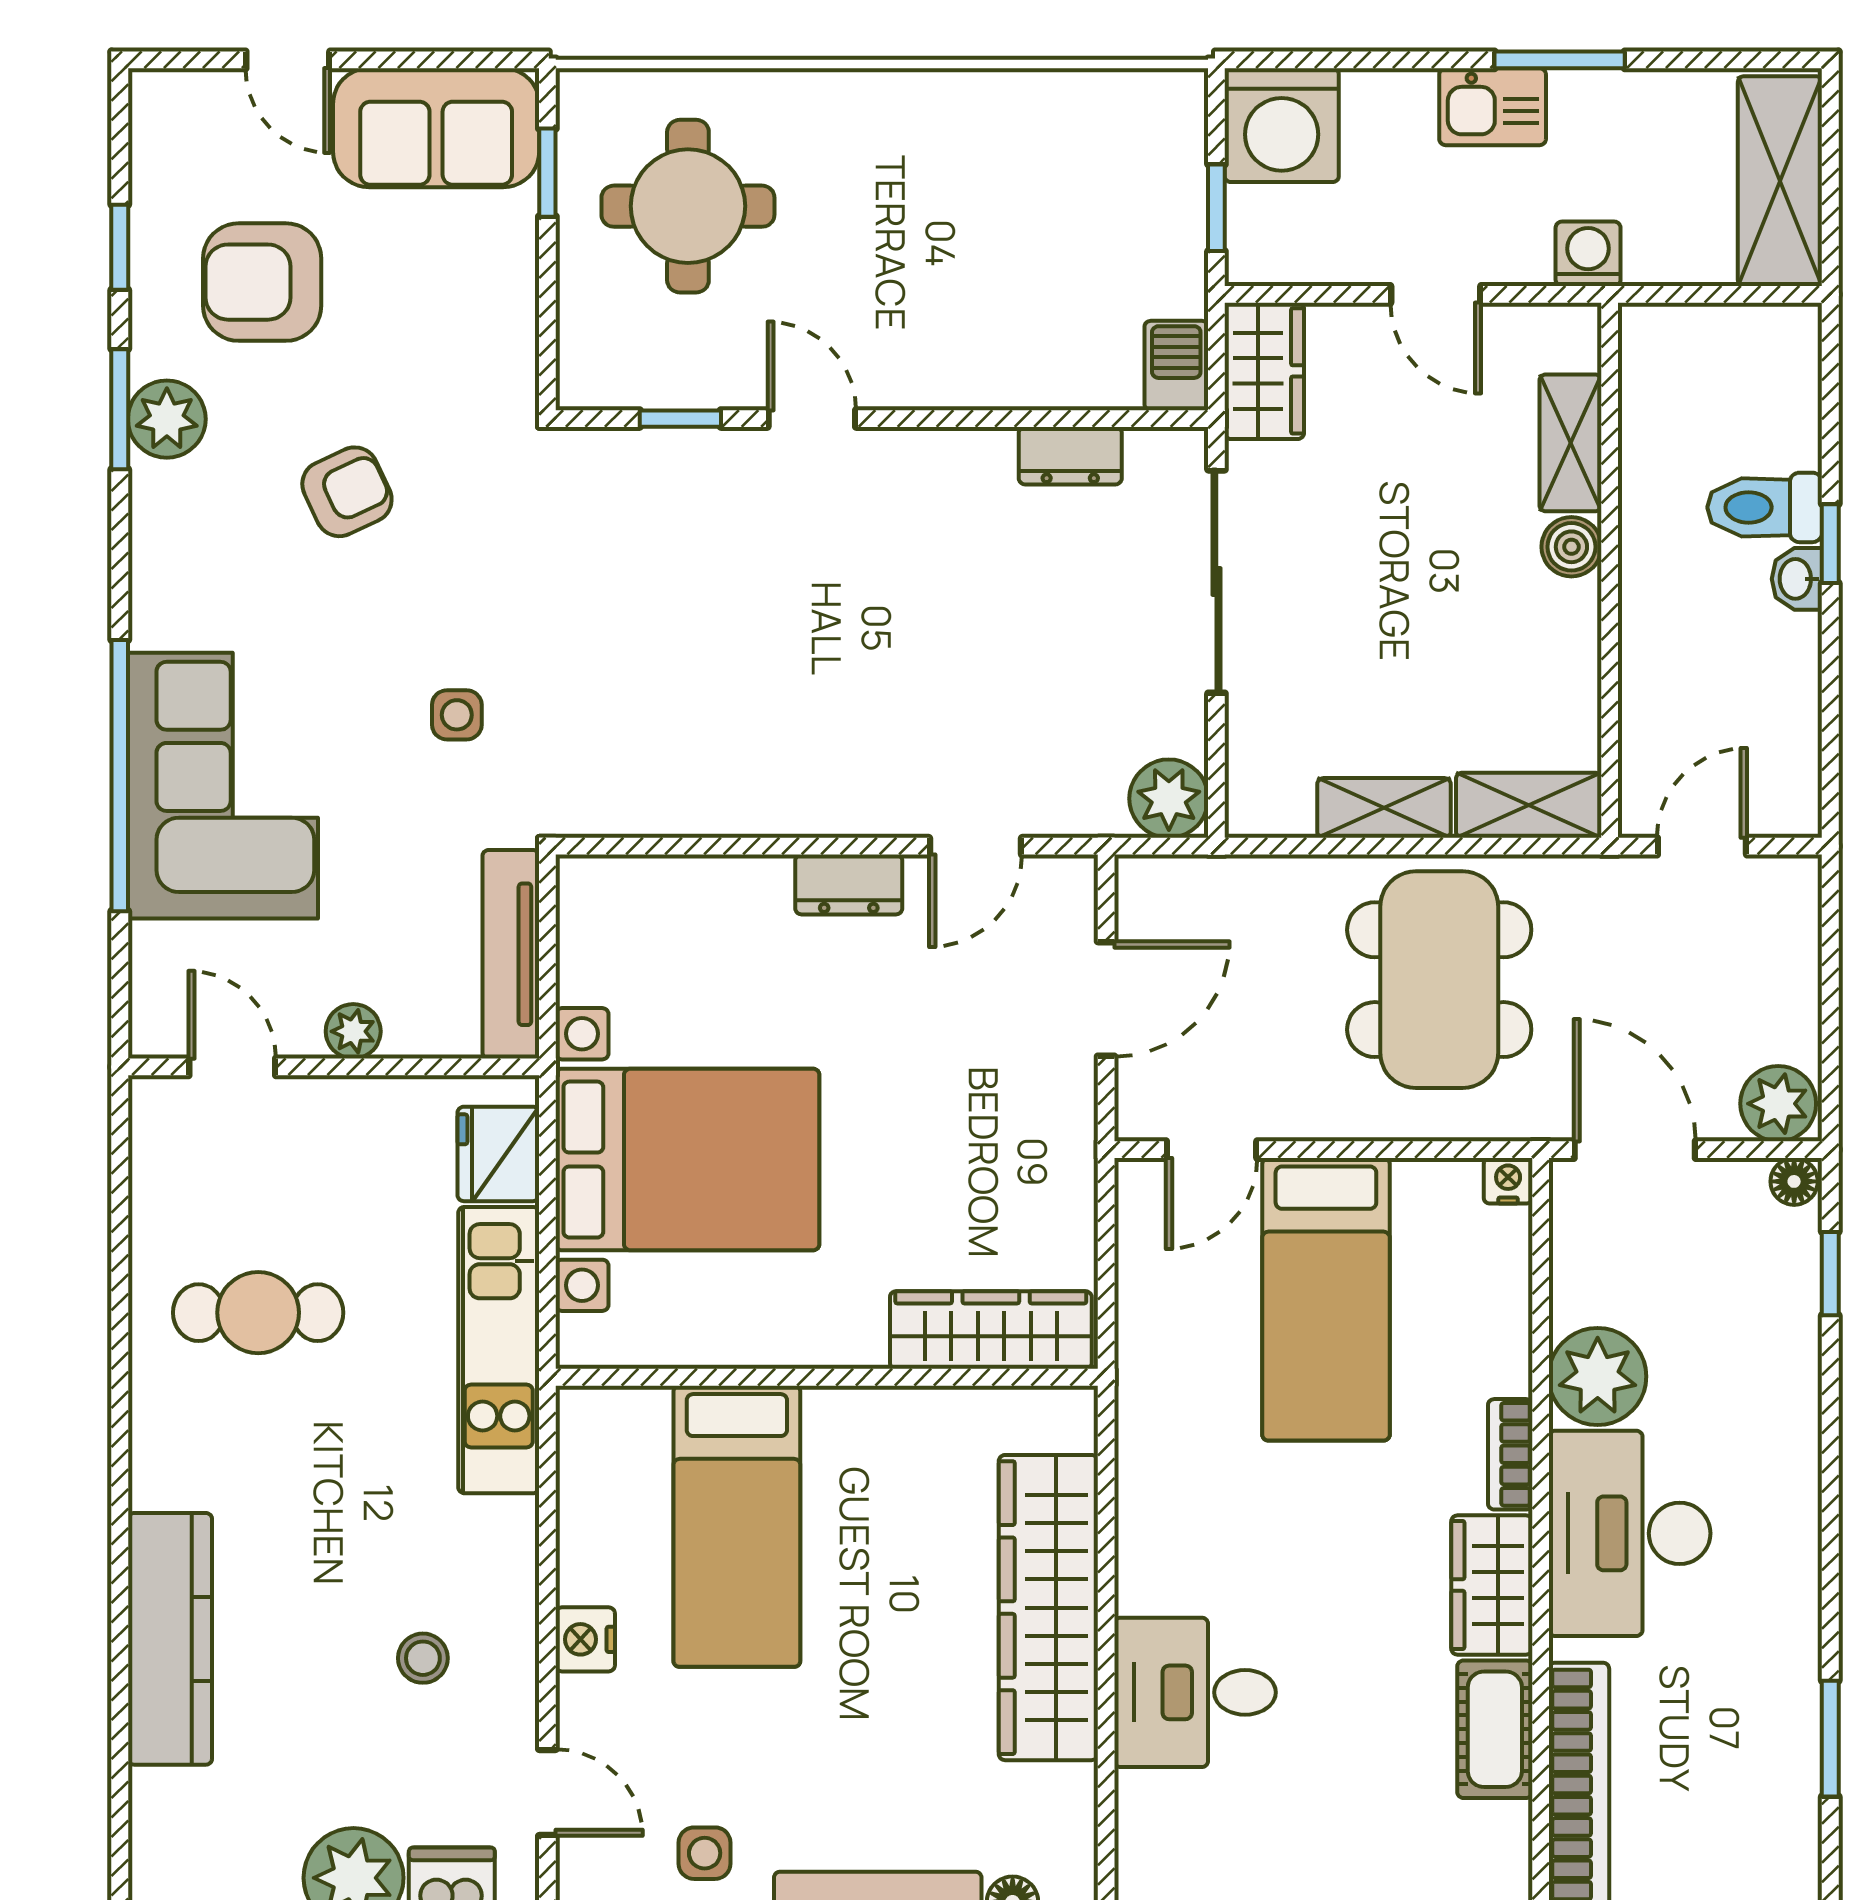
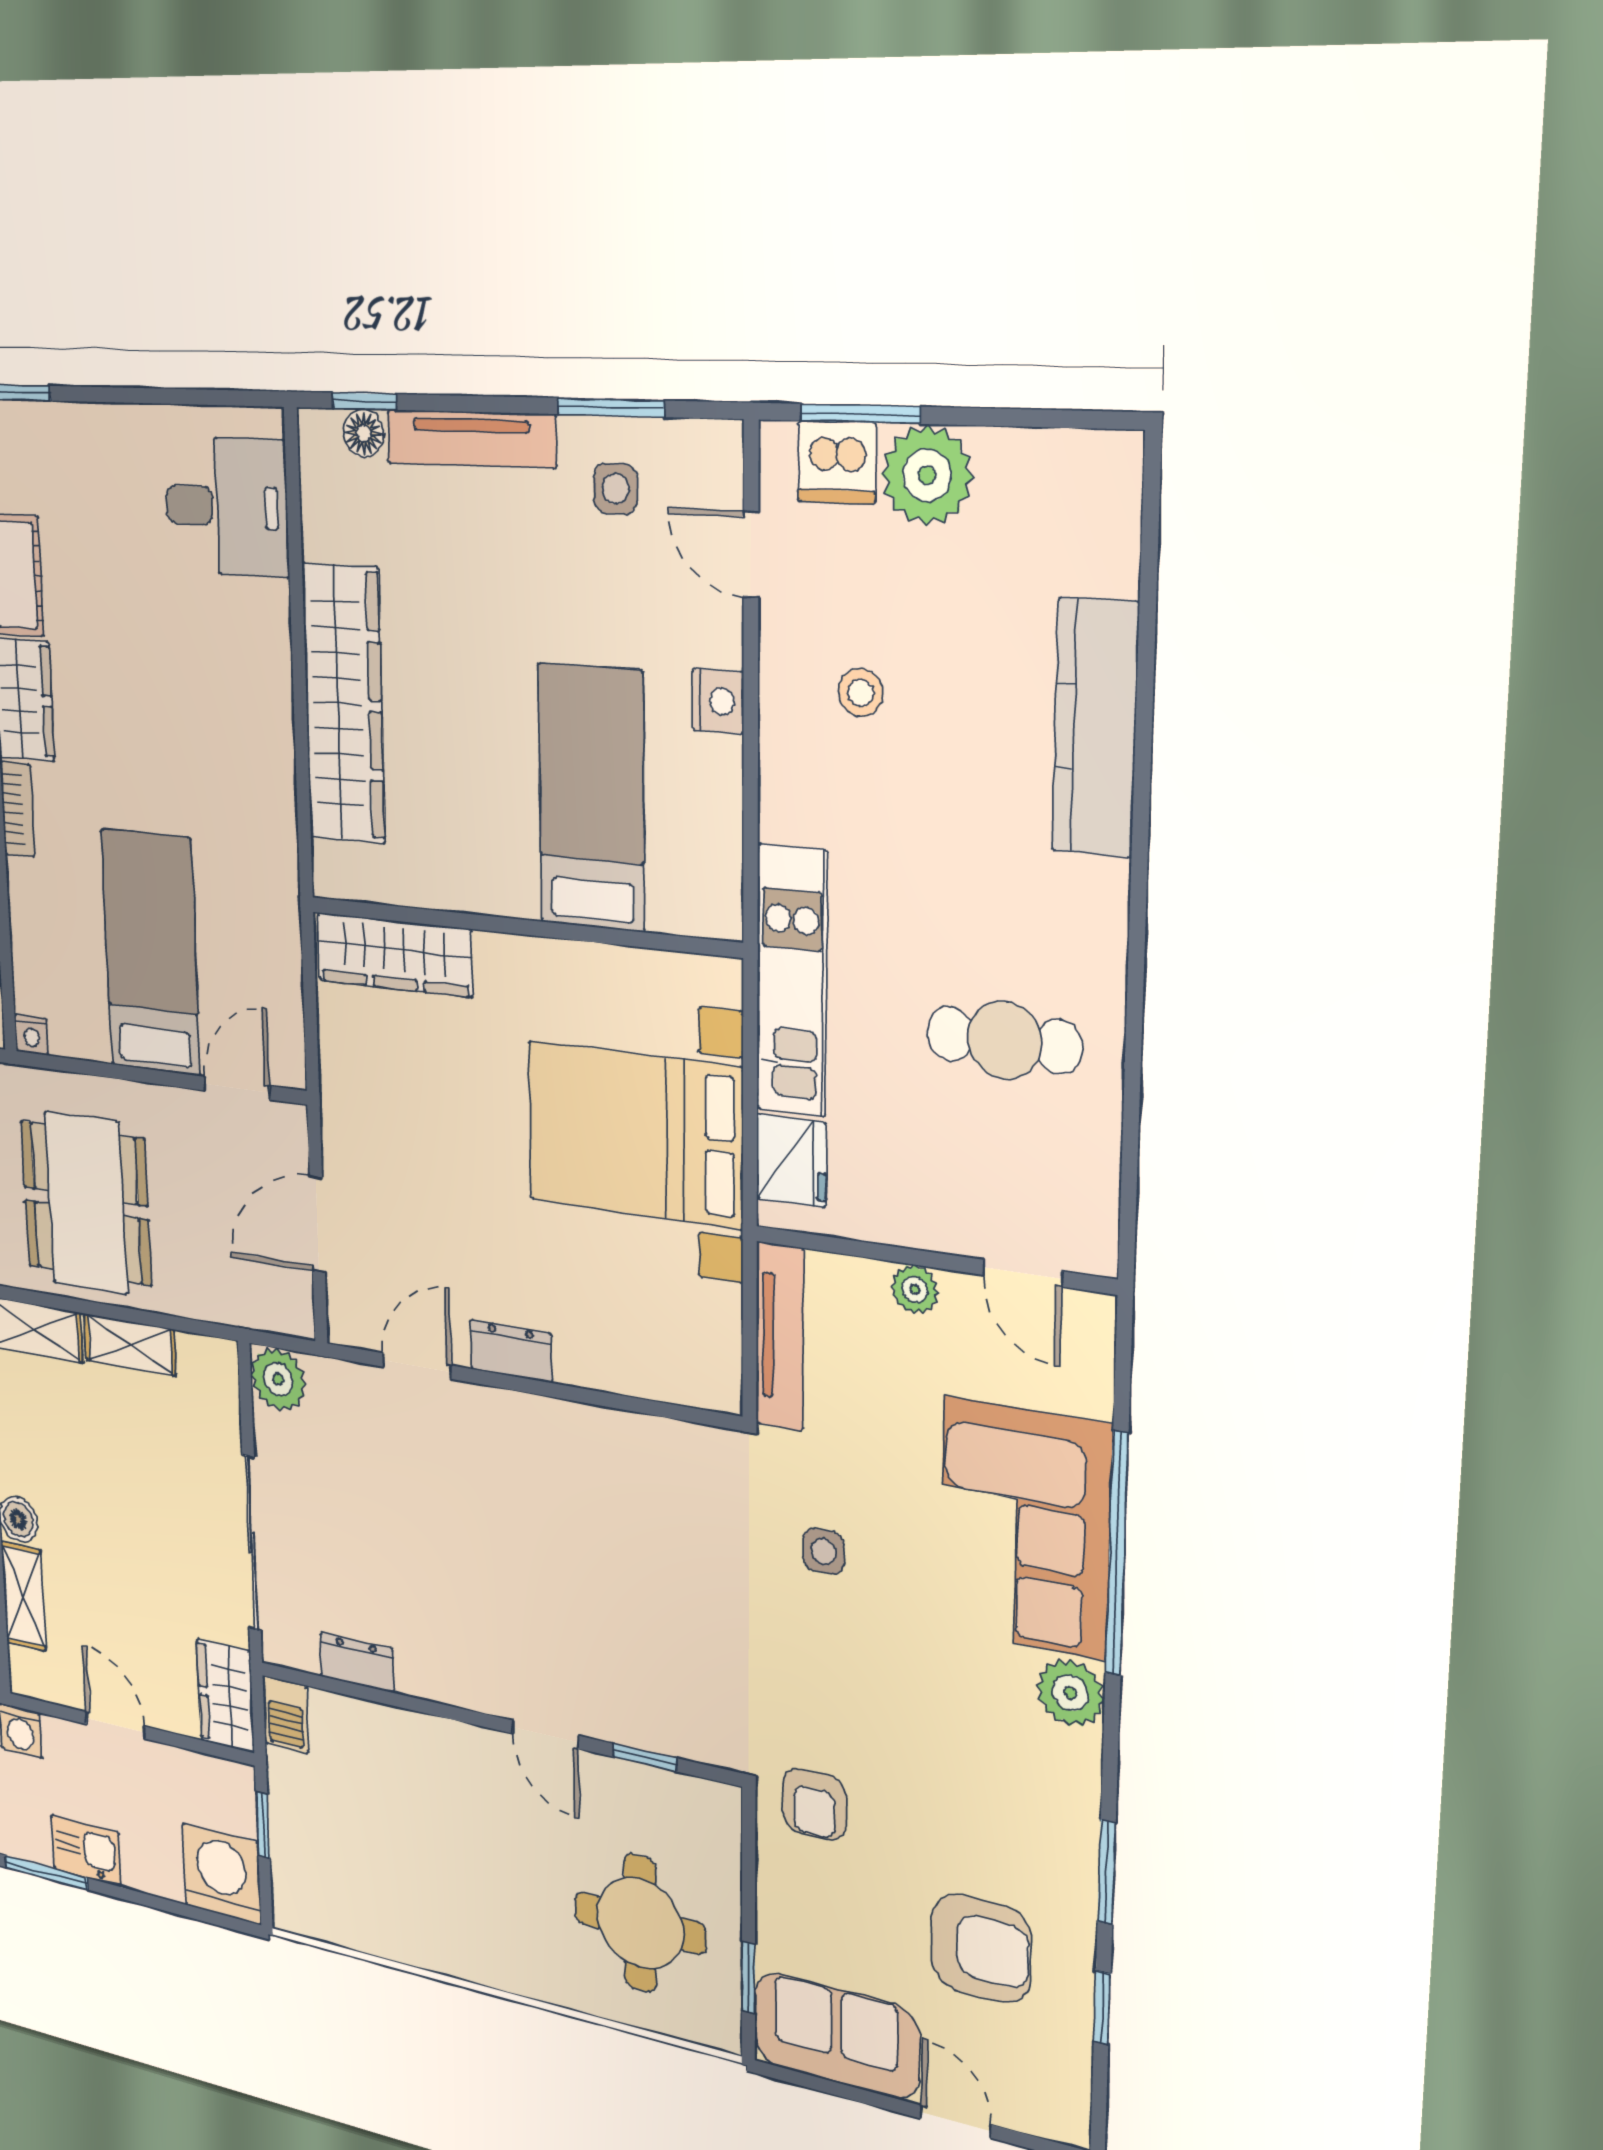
plant: (167, 419) -> (1070, 1693), moved
armchair: (347, 492) -> (814, 1804), moved, turned -65
desk: (1195, 1692) -> (226, 507), moved

